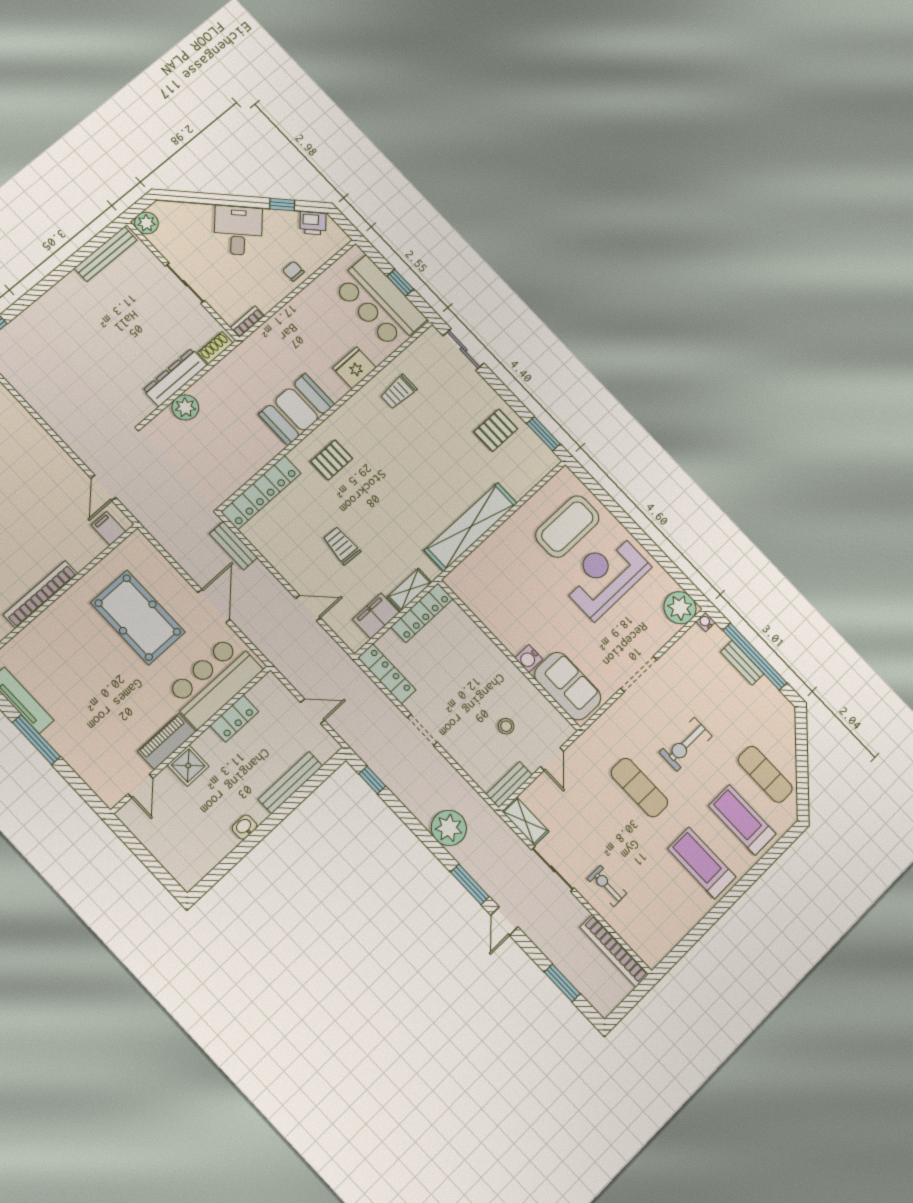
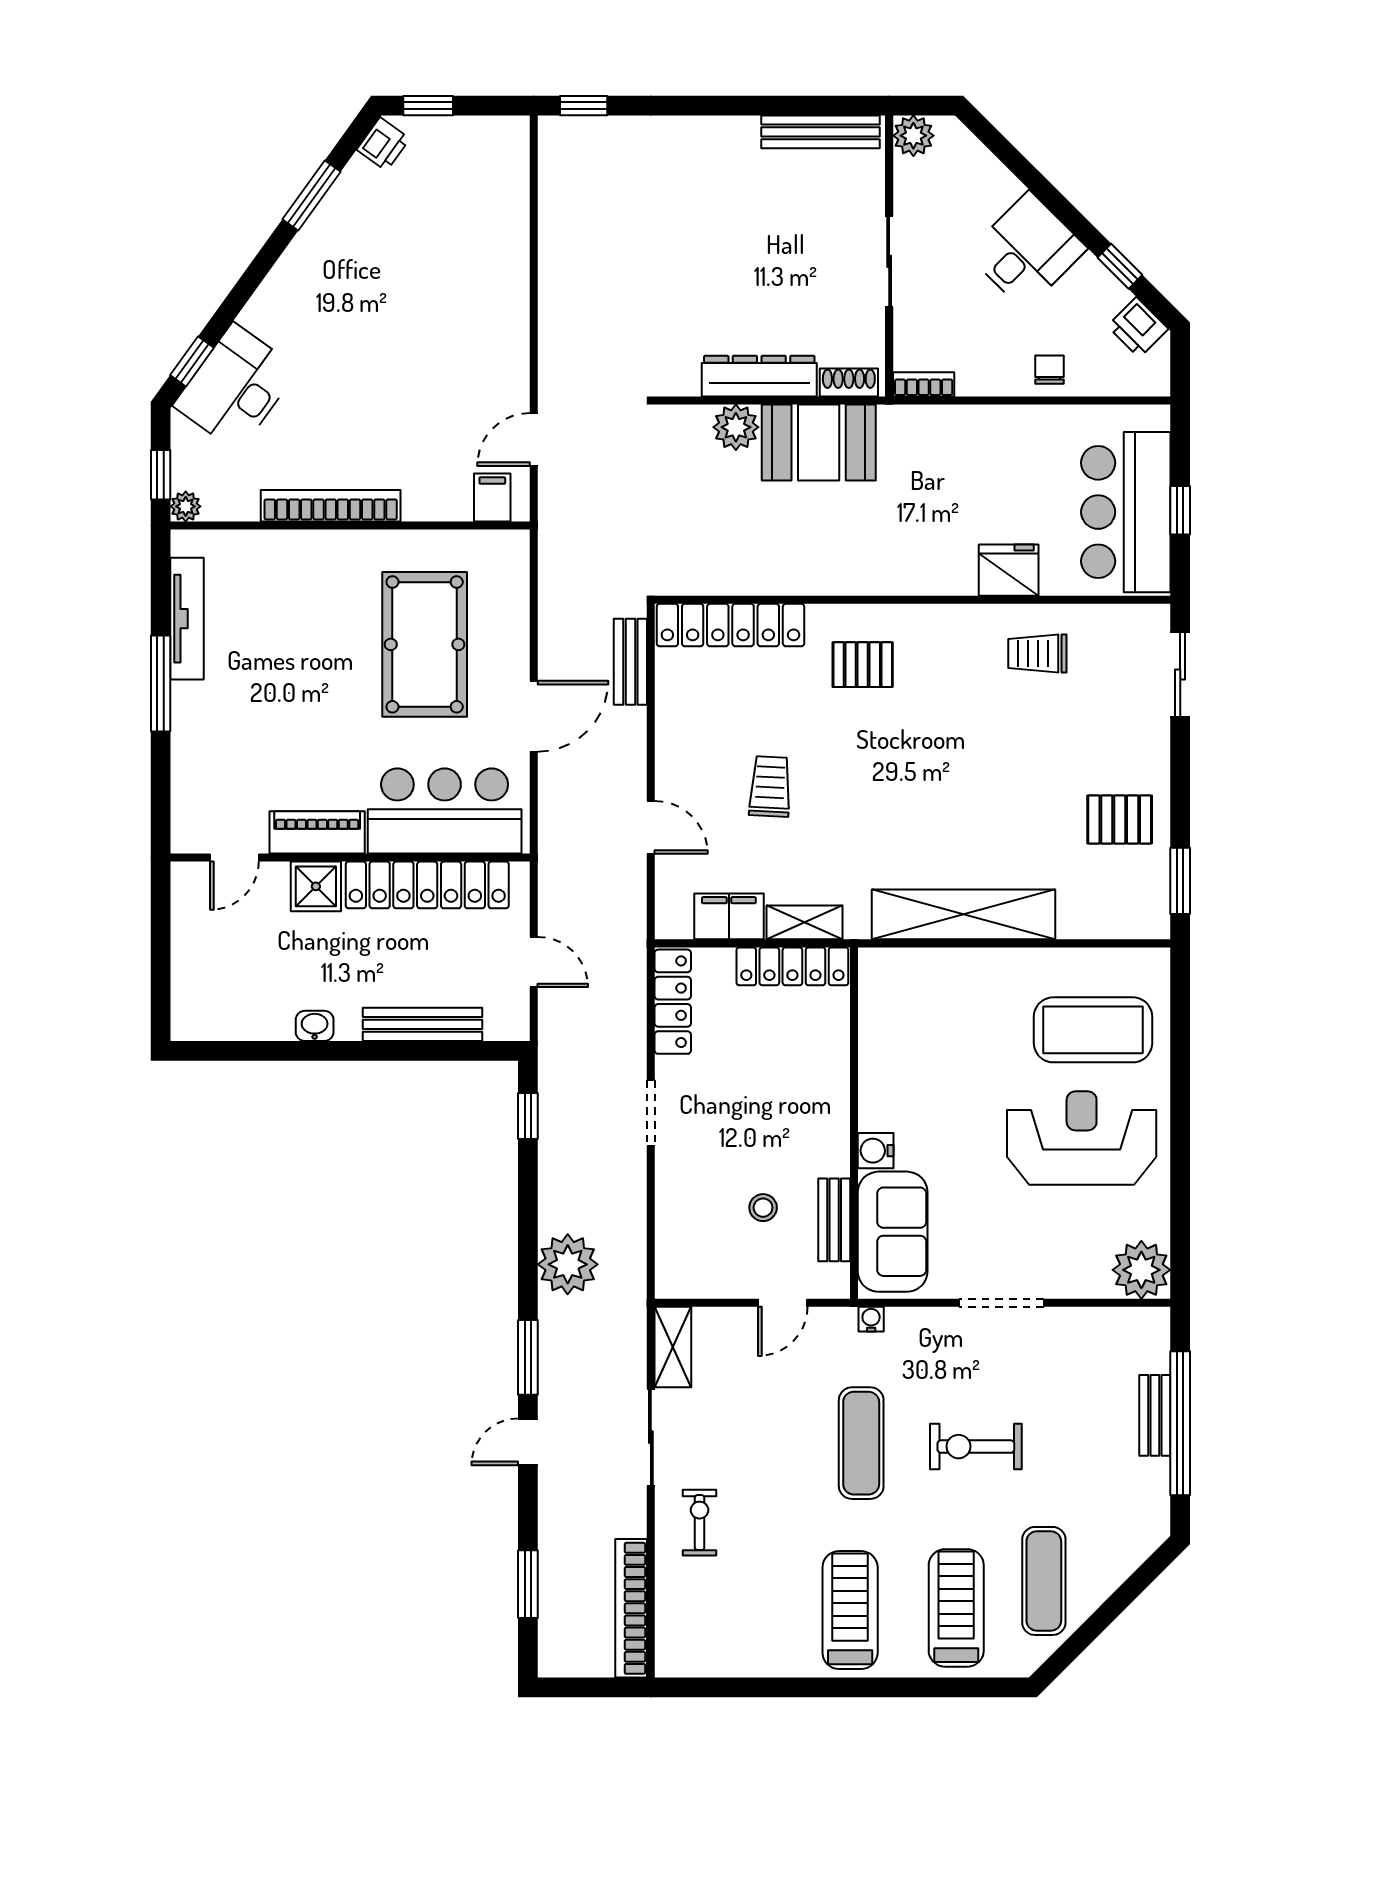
booth: (297, 409) -> (819, 443), moved
water cooler: (706, 622) -> (871, 1319), moved
locker: (234, 719) -> (427, 885), width x2.16, depth x1.21
bench: (509, 785) -> (834, 1220), moved, turned 90

